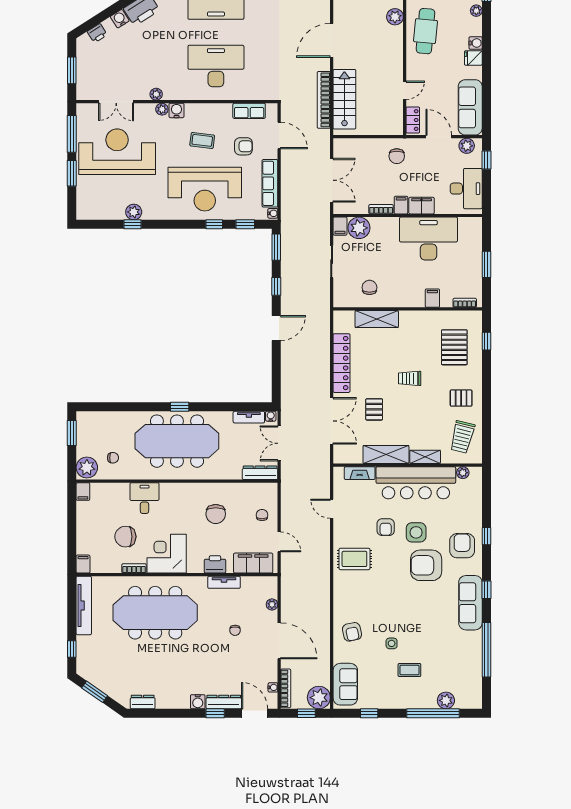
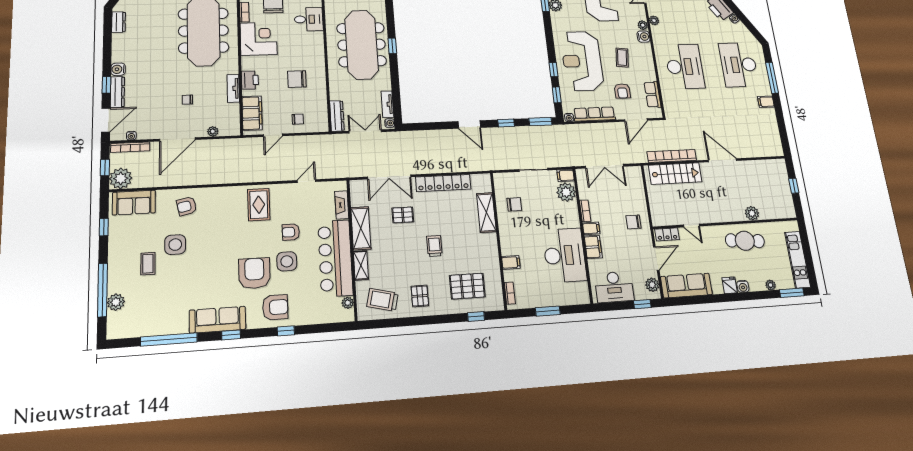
side table: (392, 643) -> (175, 245), width x1.87, depth x1.87

